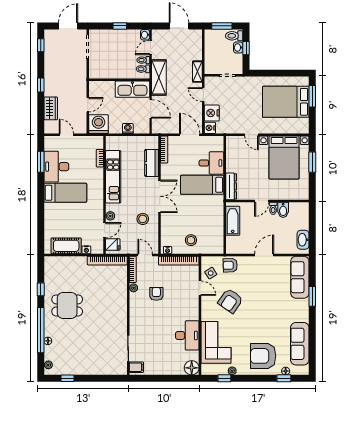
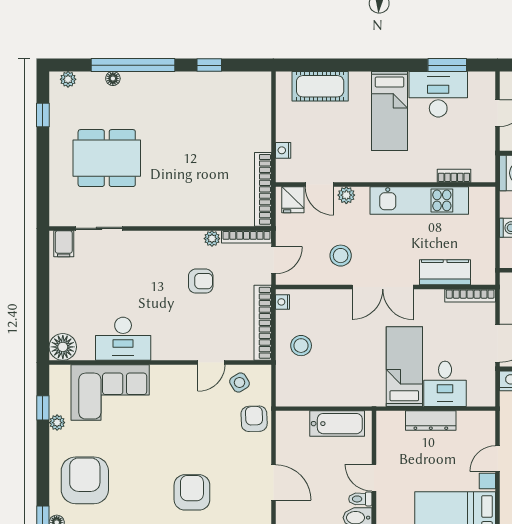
dresser: (231, 186) -> (431, 421), moved
cot: (66, 246) -> (320, 86), moved, turned 90
armchair: (230, 301) -> (192, 492), moved, turned 55
dining table: (67, 305) -> (107, 158), moved, width x1.38

